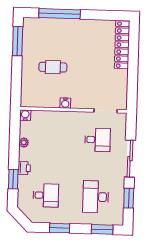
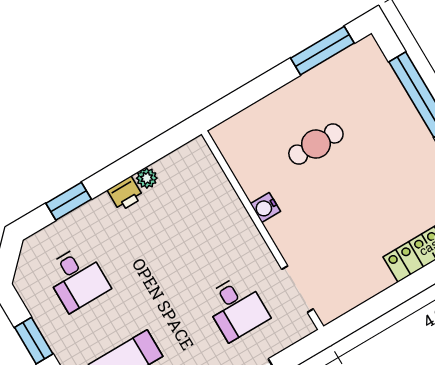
cafe table: (53, 67) -> (316, 144), turned 90
water cooler: (25, 115) -> (198, 149), removed
printer: (24, 168) -> (125, 194), moved

